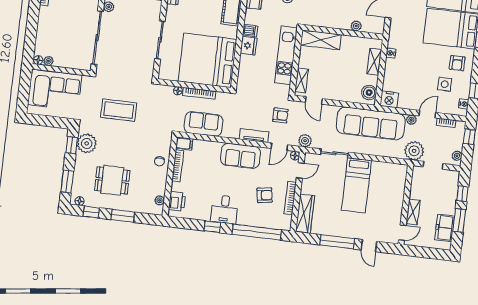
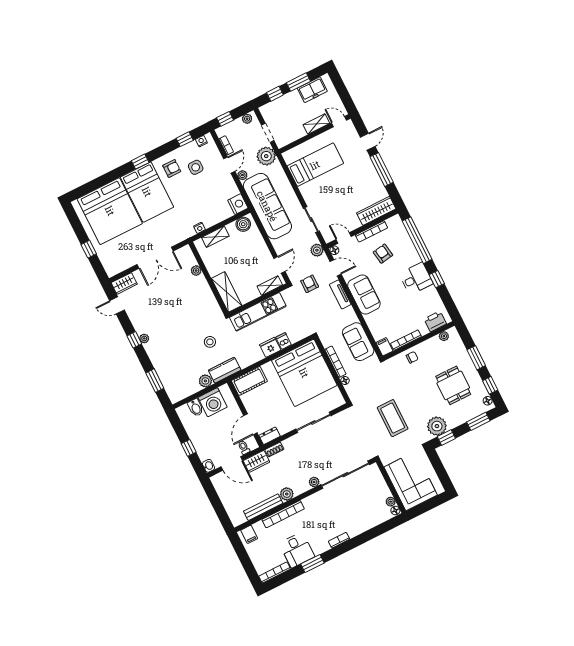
dishwasher: (250, 31) -> (284, 341), moved
door: (427, 114) -> (229, 165), swing flipped
bed: (356, 185) -> (315, 165), moved

